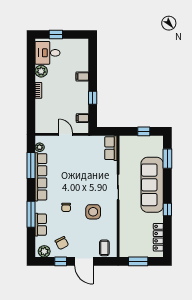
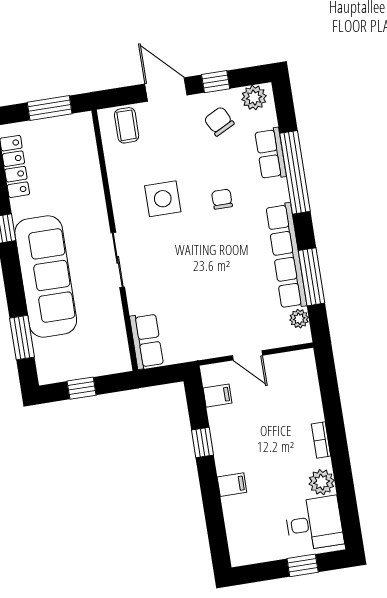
window: (31, 214) -> (295, 172), width x1.46

